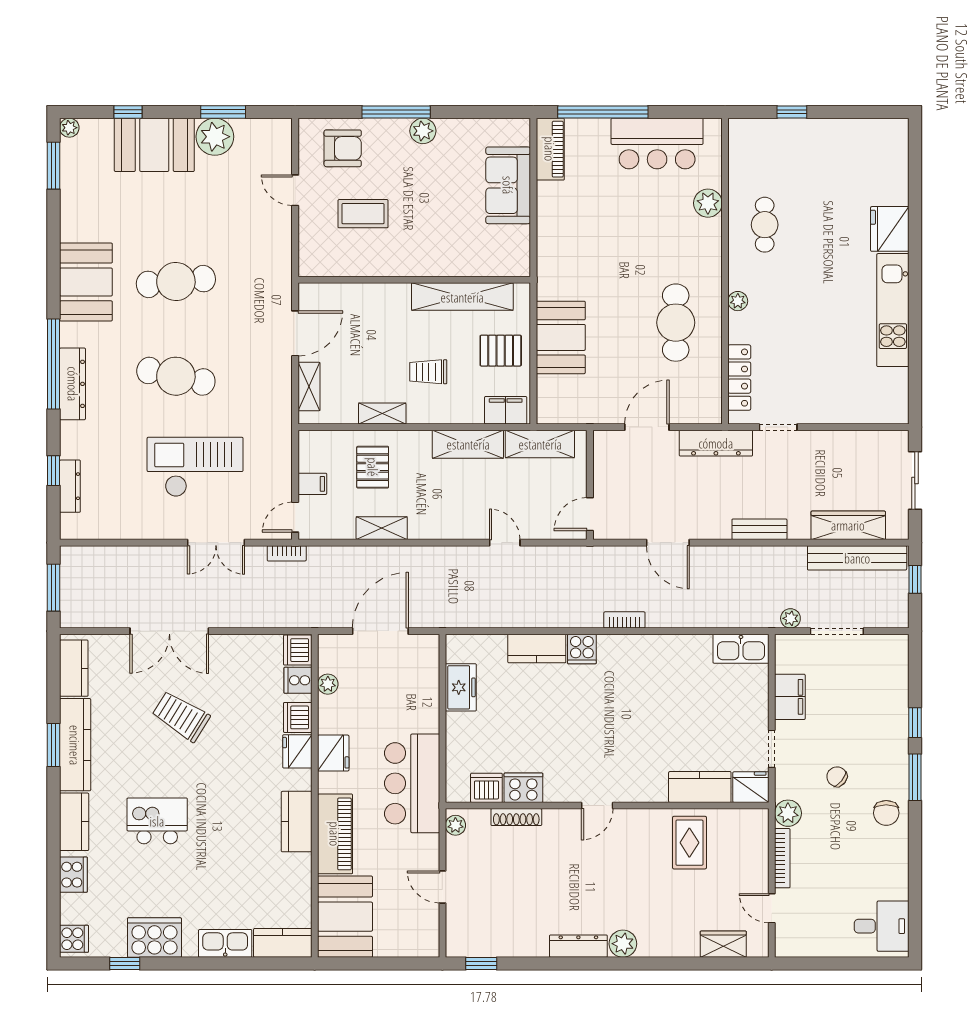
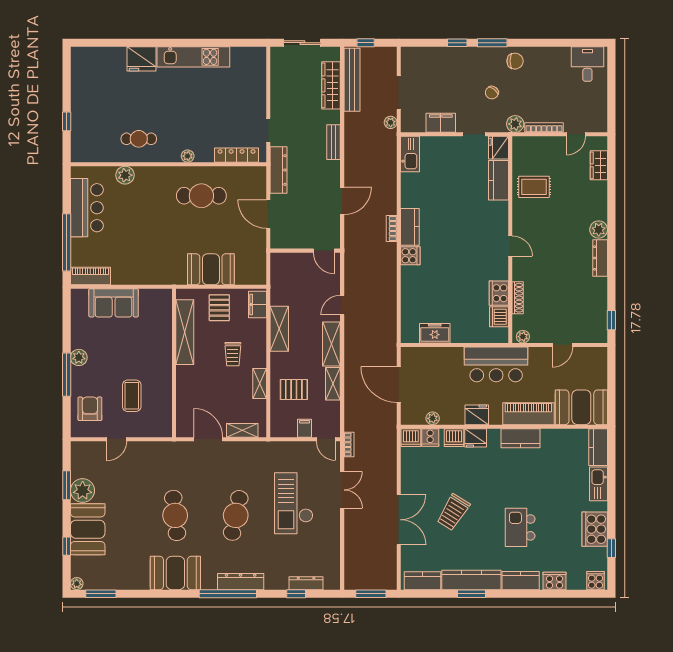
shelving: (540, 444) -> (331, 344), moved
kitchen counter: (537, 648) -> (410, 227), moved

